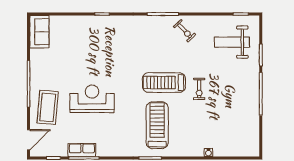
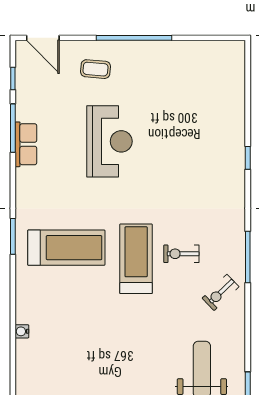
sofa: (39, 32) -> (219, 56), removed
exercise bike: (199, 89) -> (181, 254), moved
coffee table: (48, 107) -> (96, 69), width x0.54, depth x0.58
row of seats: (82, 150) -> (26, 144), moved

